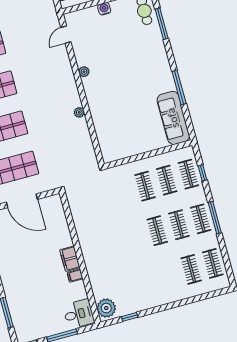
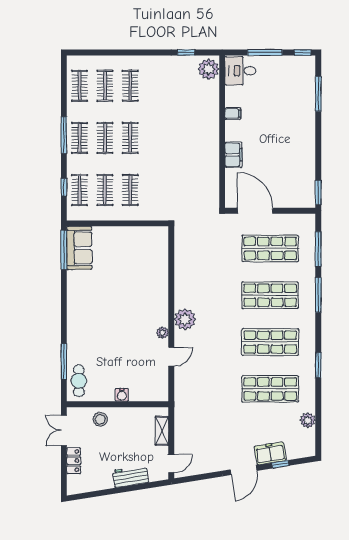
door: (66, 35) -> (171, 357), moved
window: (179, 87) -> (64, 250), moved
plant: (79, 112) -> (185, 319), moved, width x1.87, depth x1.87
sofa: (173, 118) -> (79, 248), width x0.73
door: (22, 201) -> (255, 211), moved
filing cabinet: (70, 259) -> (233, 155), moved
clothes rail: (169, 275) -> (130, 86), added

